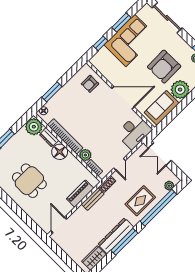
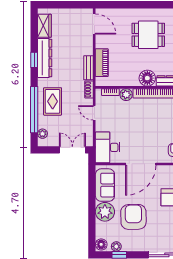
window: (124, 242) -> (34, 60), width x0.46

